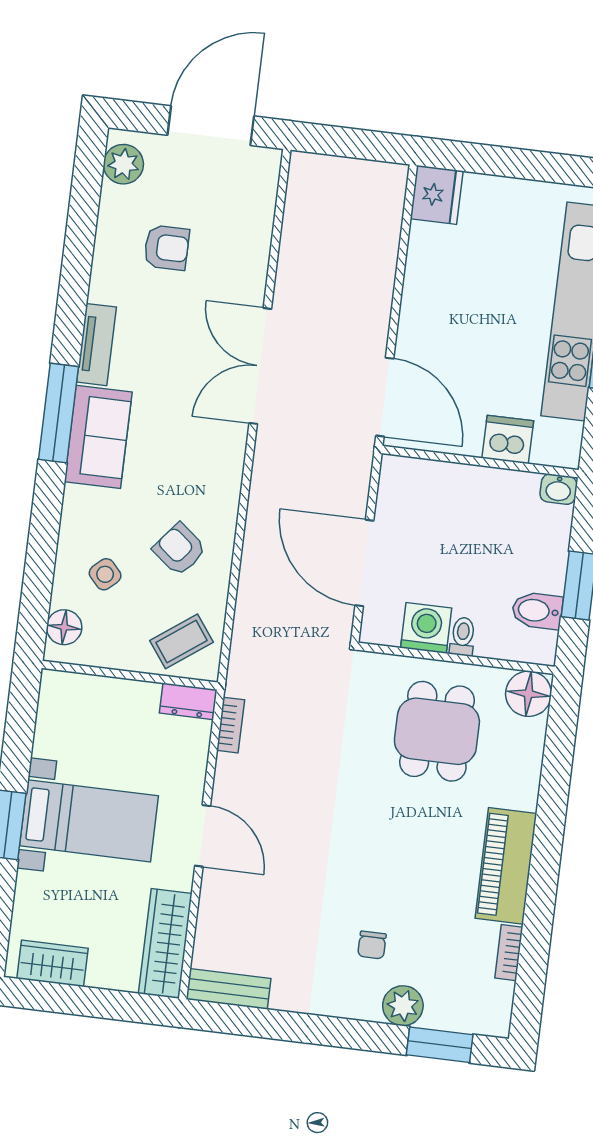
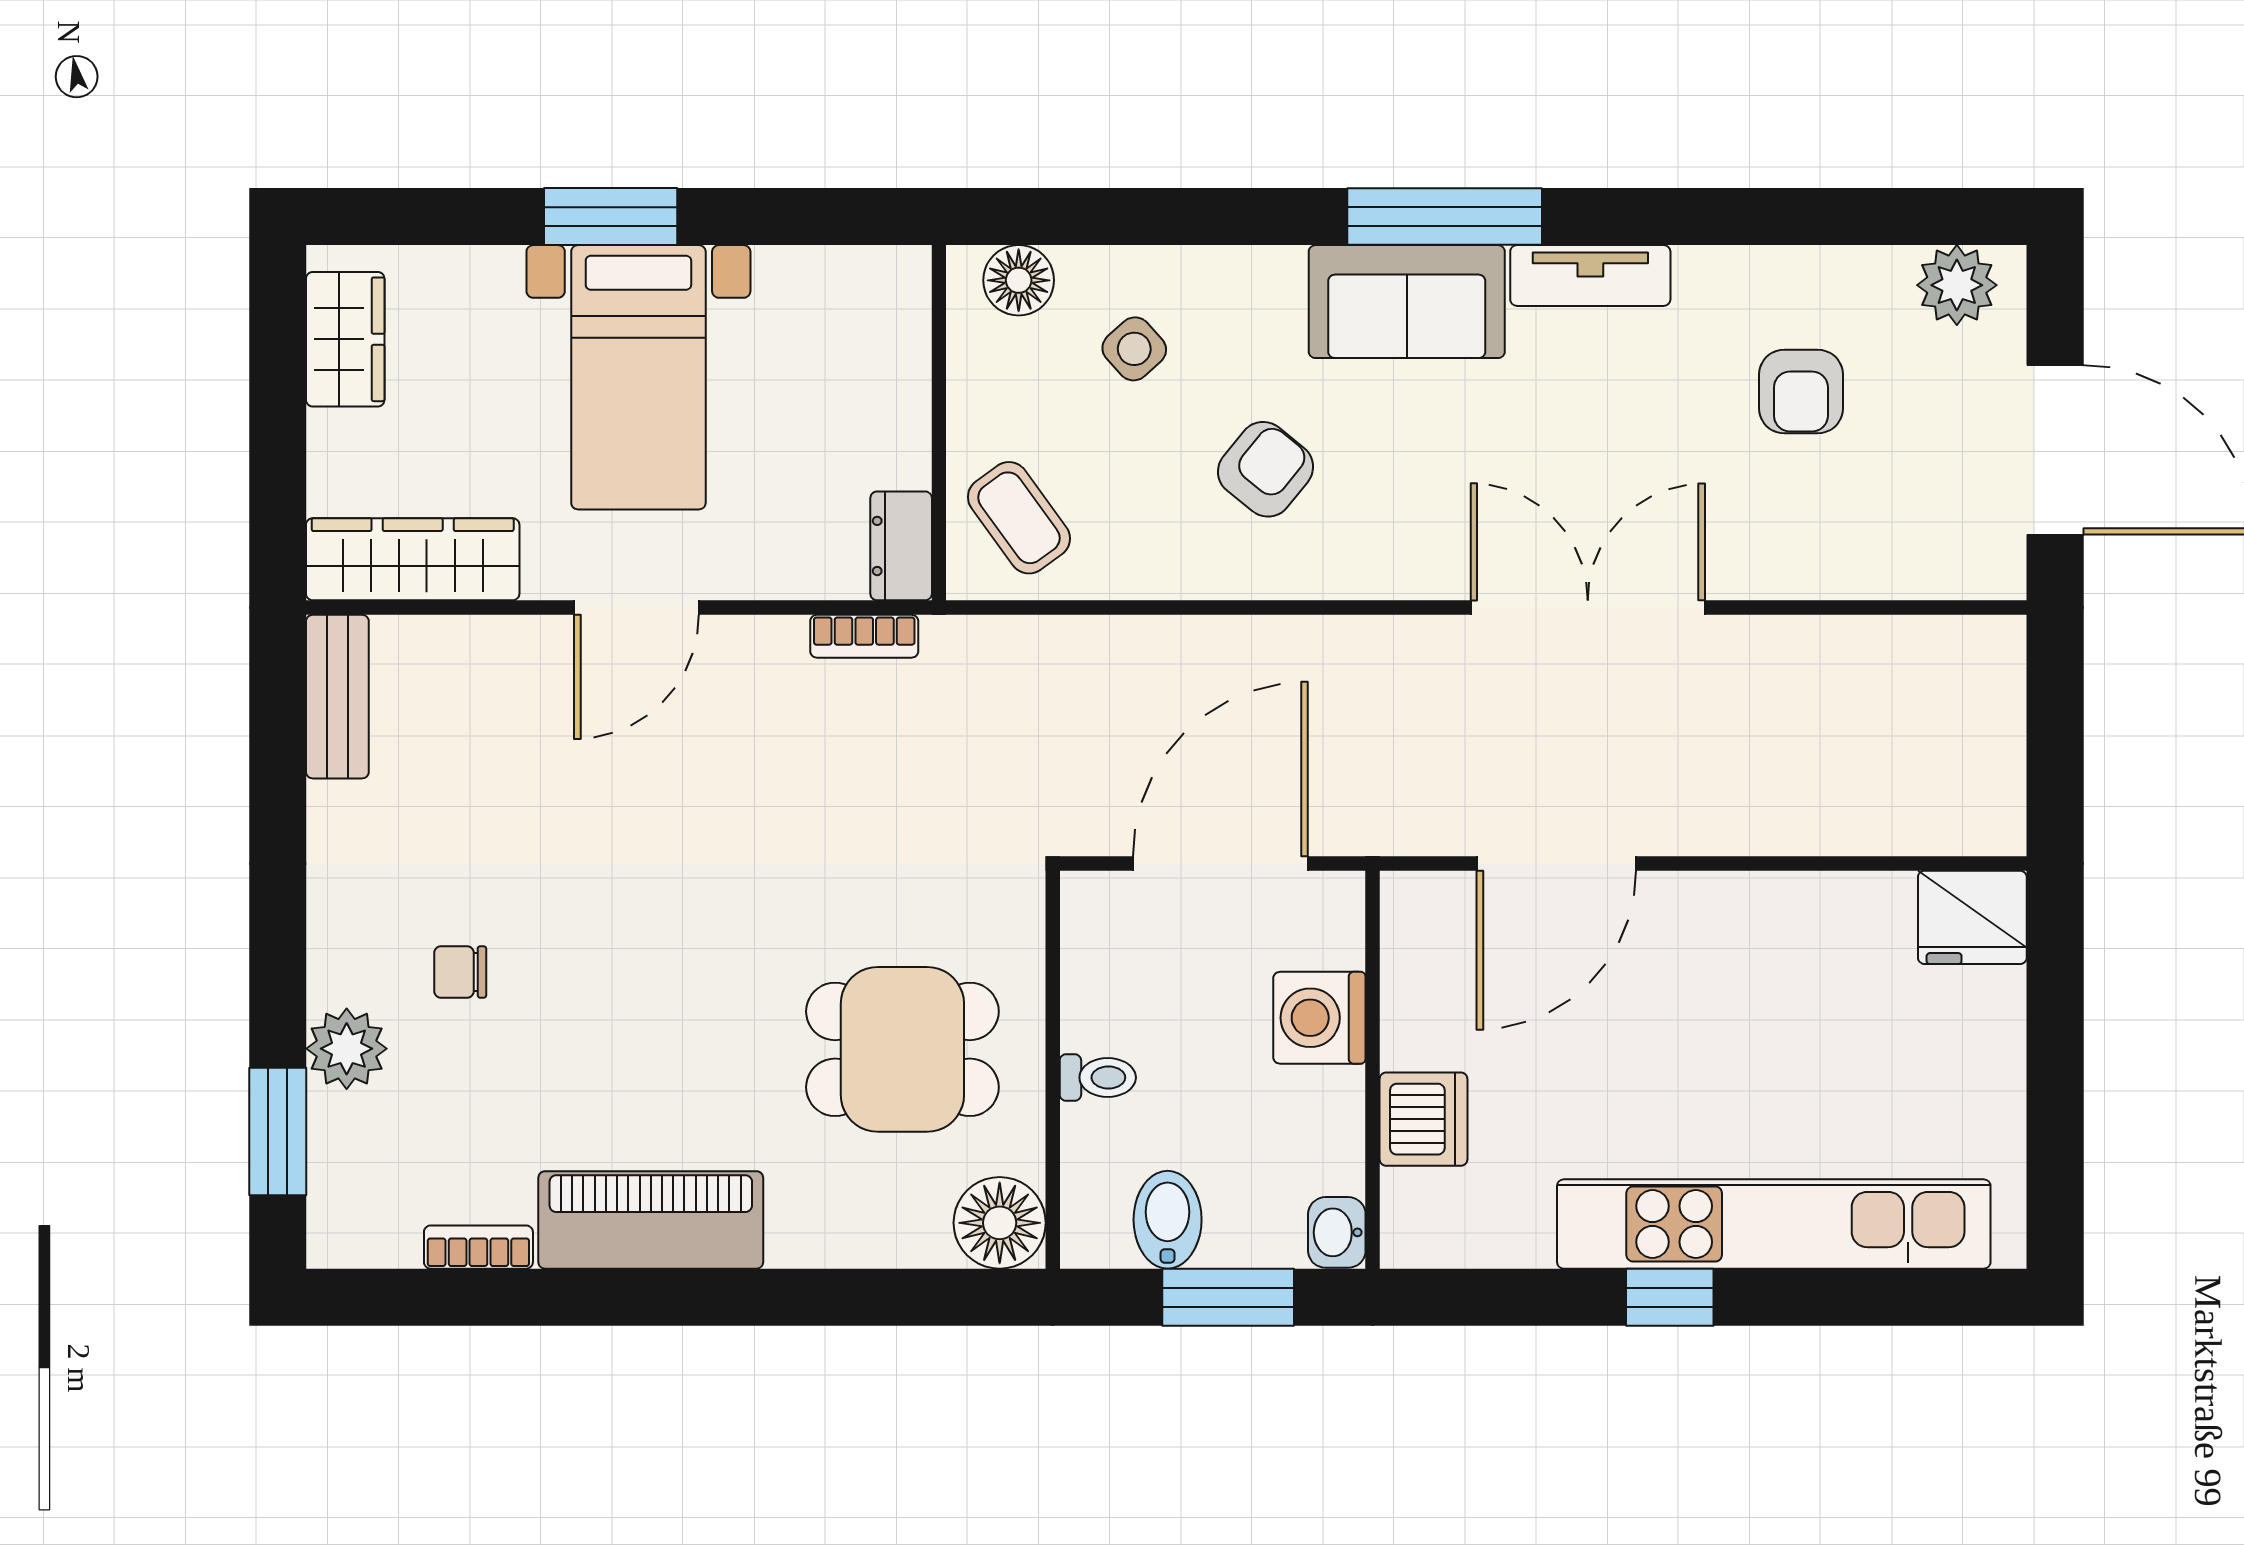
dishwasher: (508, 440) -> (1424, 1119), moved
wall: (480, 462) -> (1373, 1070), moved
washbasin: (558, 489) -> (1337, 1232), moved
armchair: (179, 549) -> (1266, 469), moved
washing machine: (426, 628) -> (1319, 1018), moved, turned 180

